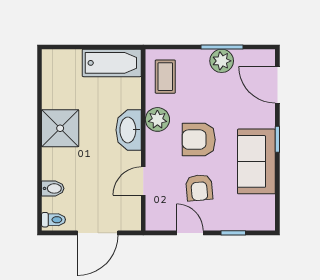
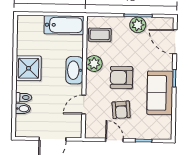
coffee table: (165, 77) -> (100, 35), turned 90
toilet: (54, 220) -> (24, 97), moved

